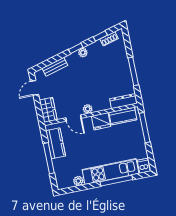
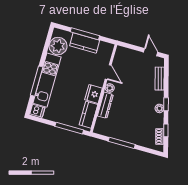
dresser: (123, 101) -> (105, 105), moved
wardrobe: (48, 110) -> (126, 54), removed
door: (74, 118) -> (108, 72), swing flipped
kitchen counter: (56, 143) -> (85, 43), moved
plant: (78, 181) -> (58, 46), width x1.87, depth x1.87

